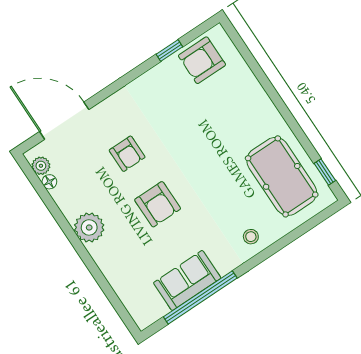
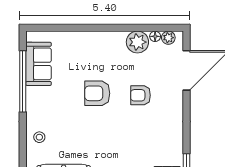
plant: (89, 227) -> (137, 42), moved
sofa: (187, 280) -> (39, 64), moved

